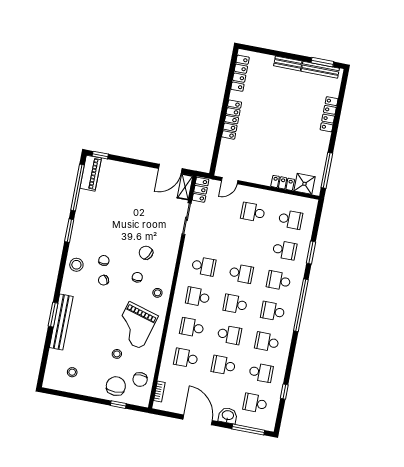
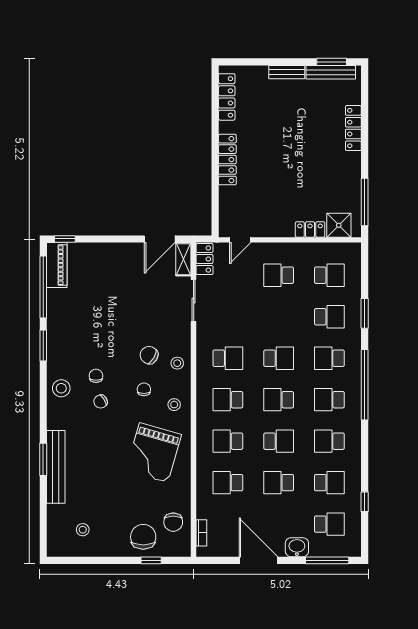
stool: (117, 354) -> (177, 363), moved
school desk: (255, 403) -> (329, 524), turned 180

